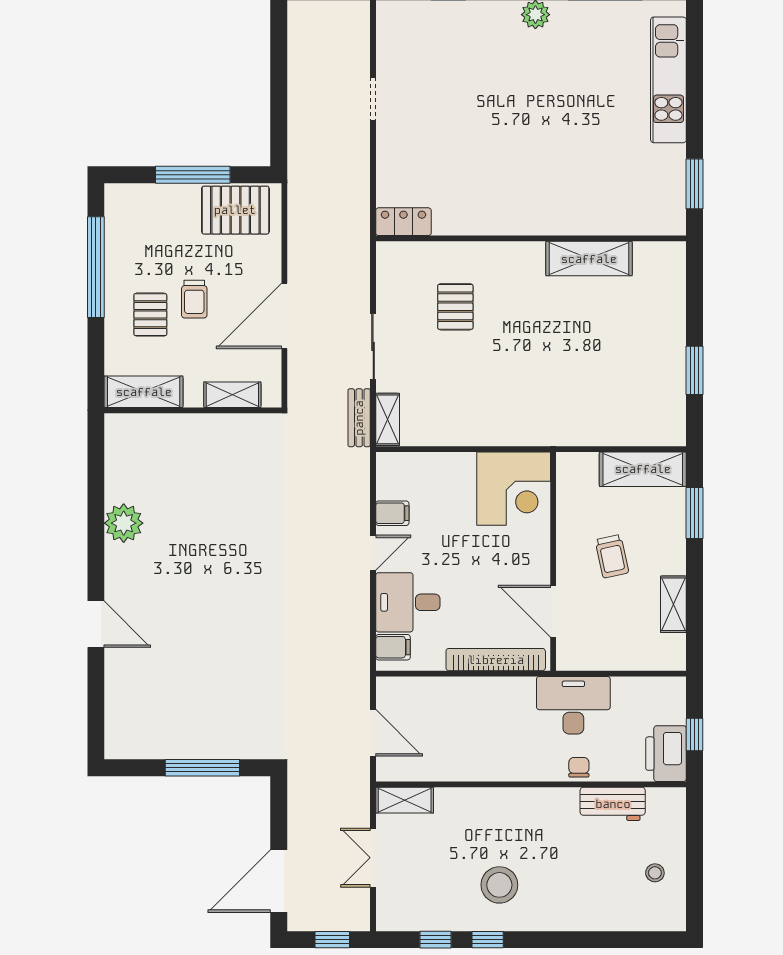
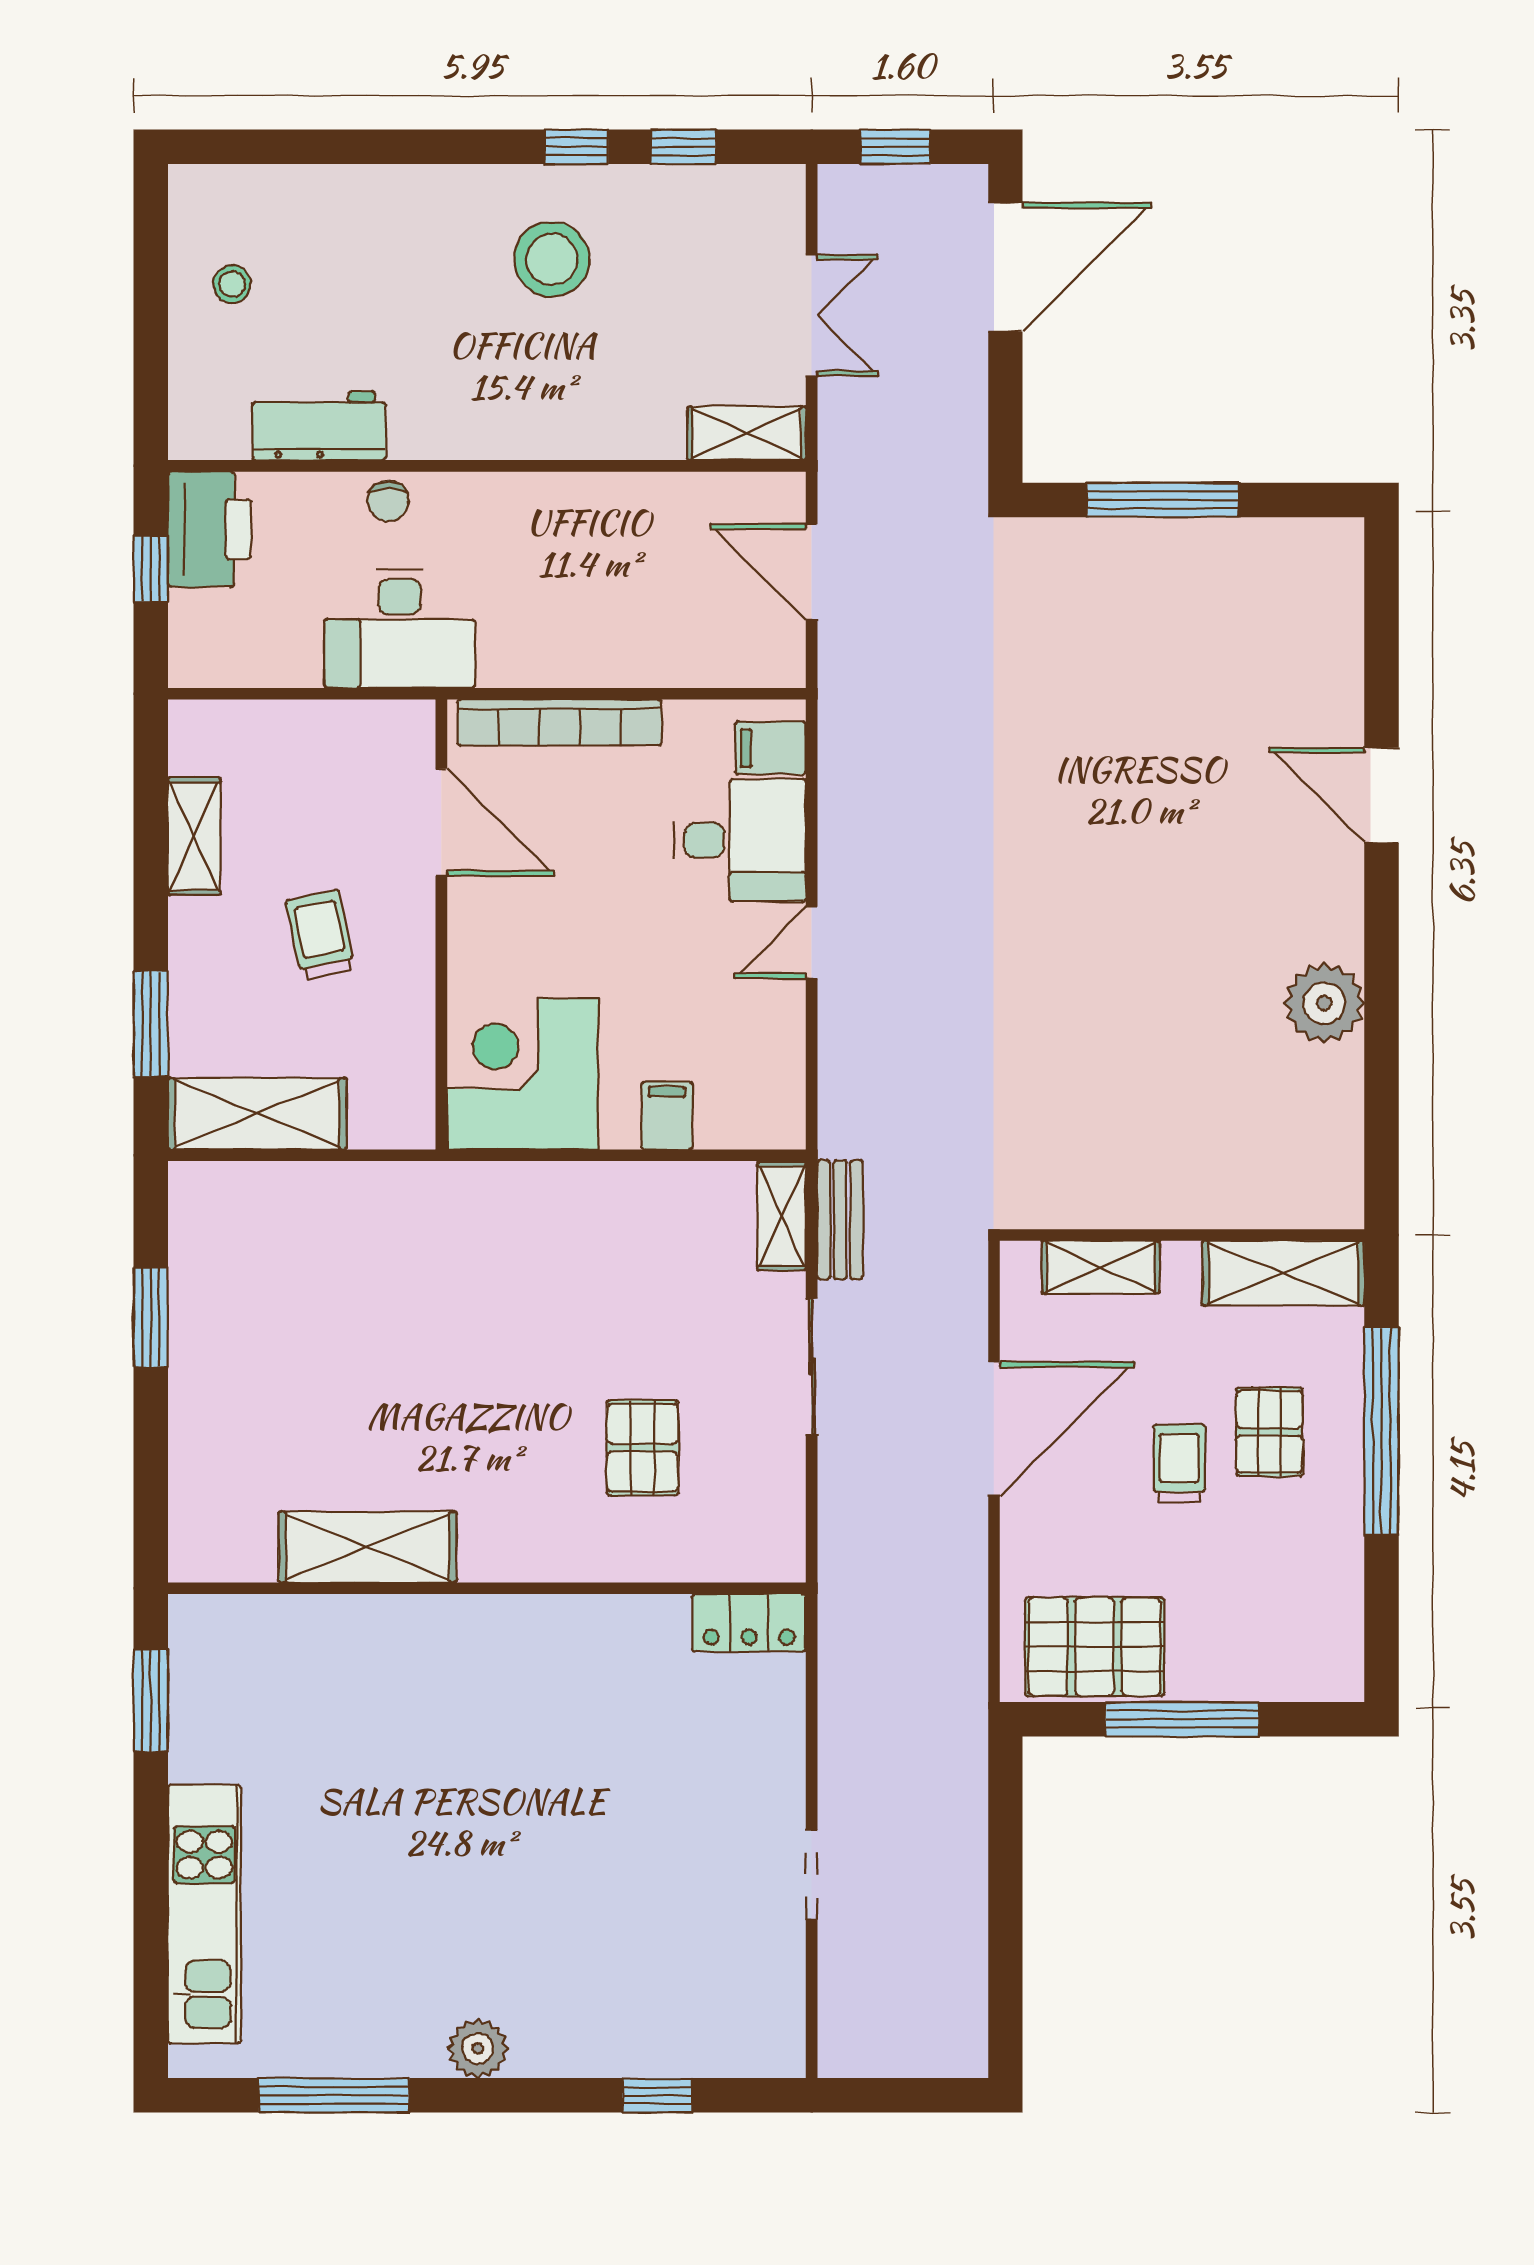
window: (96, 267) -> (1381, 1431), moved
filing cabinet: (392, 513) -> (667, 1116), moved, turned 90

